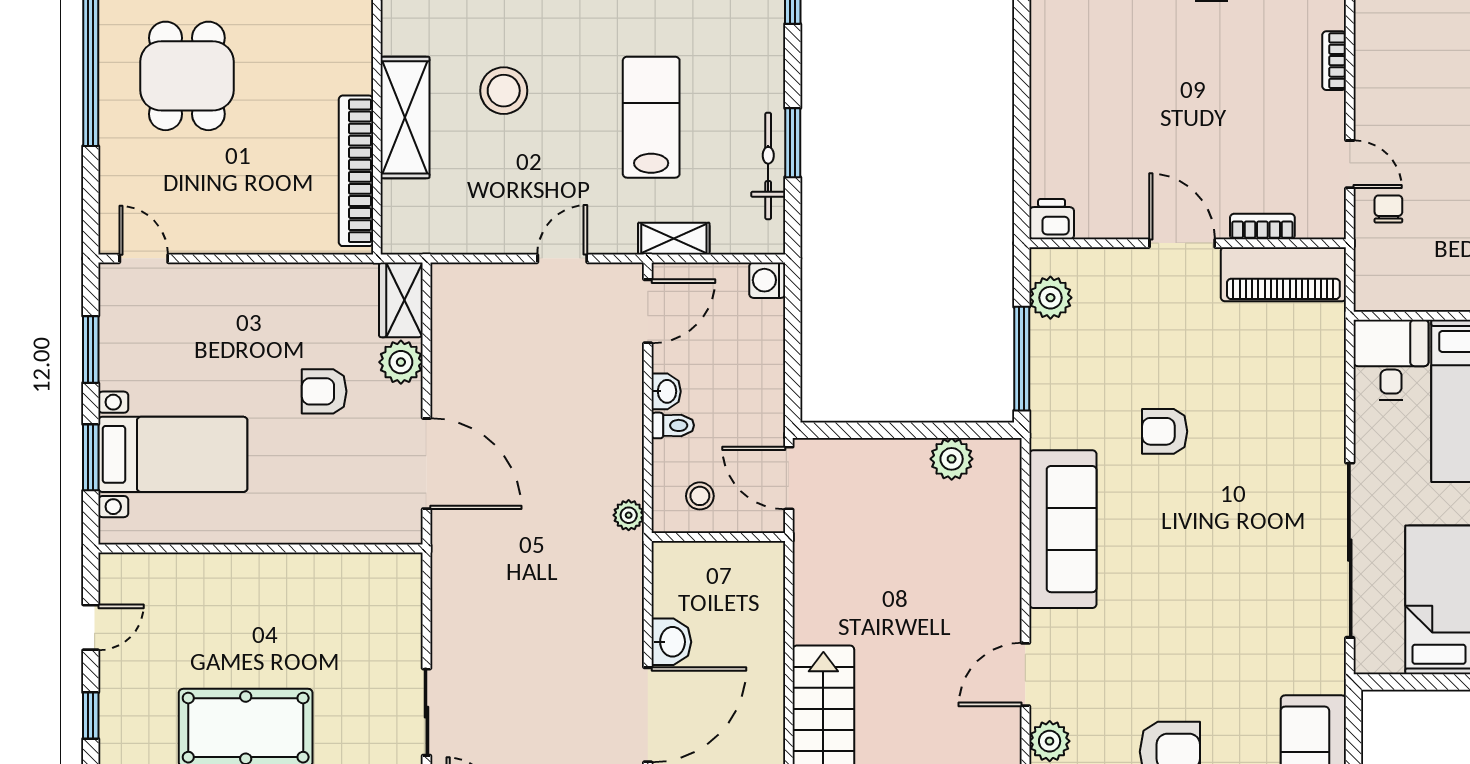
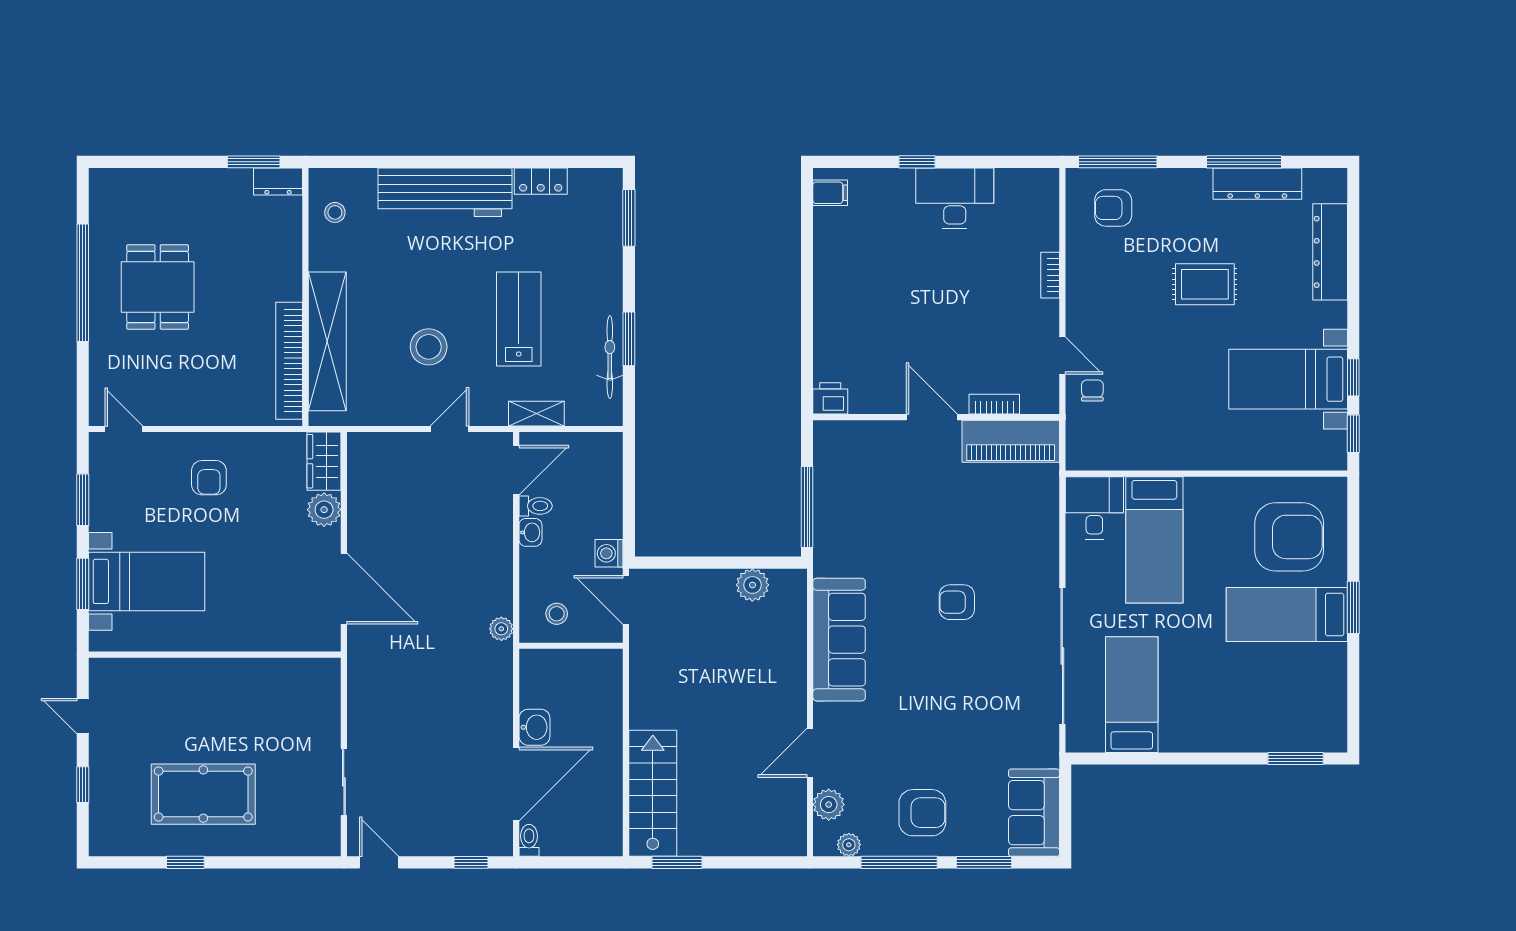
stool: (504, 91) -> (429, 347), moved
shelving: (405, 117) -> (327, 341), width x1.47
washing machine: (767, 280) -> (609, 553), moved
plant: (1050, 298) -> (829, 460), removed
armchair: (324, 391) -> (209, 478), moved, turned -90
toilet: (673, 425) -> (536, 506), moved
armchair: (1165, 431) -> (957, 602), moved
door: (91, 627) -> (83, 716), swing flipped

